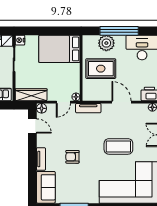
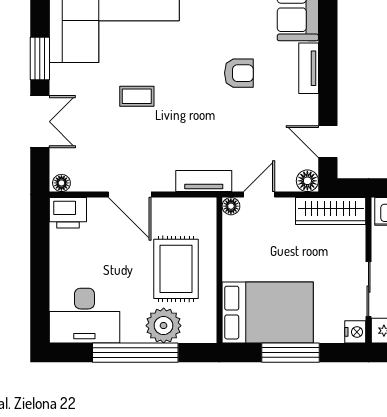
window: (49, 31) -> (291, 353), added
rug: (101, 69) -> (176, 269), turned 90
coffee table: (118, 146) -> (137, 96), width x0.54, depth x0.58

